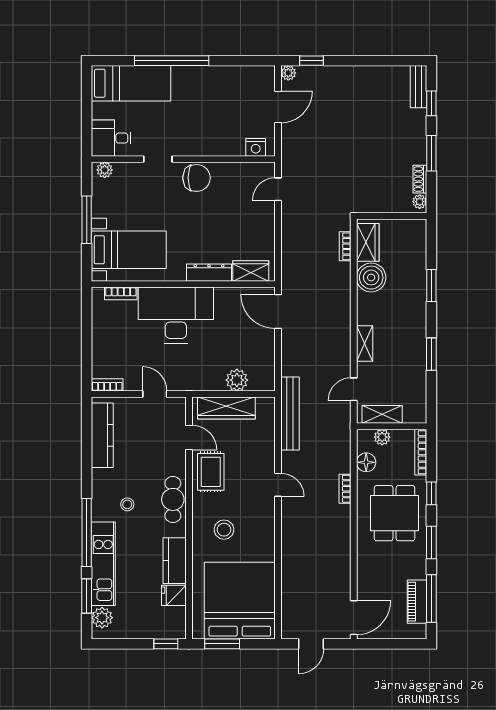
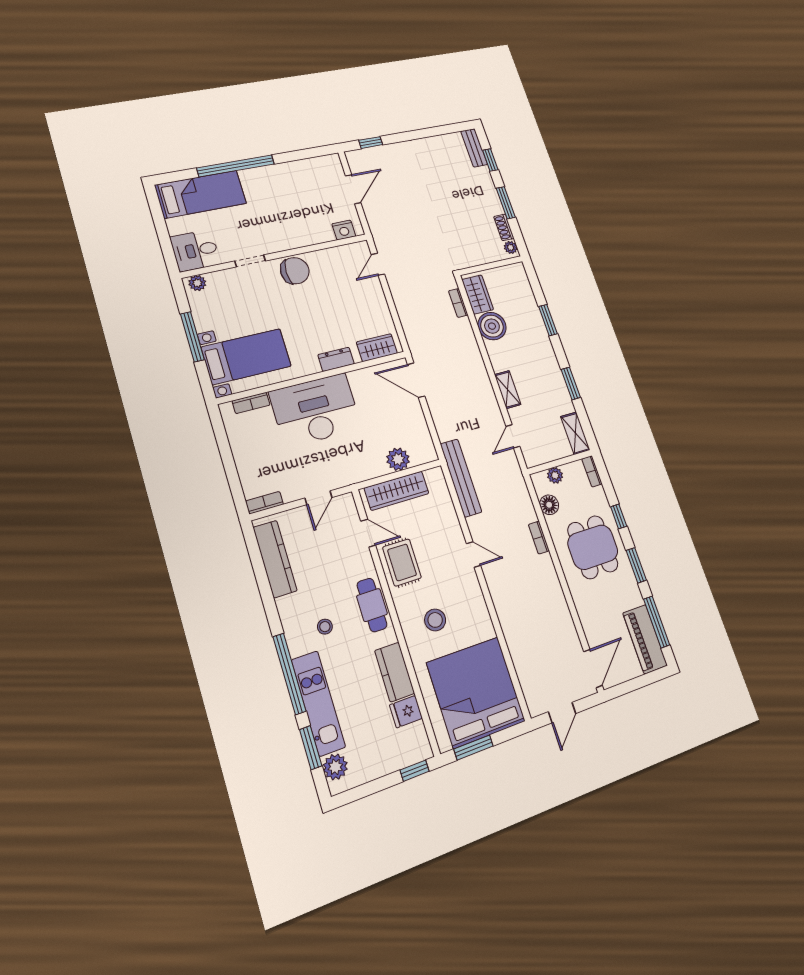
plant: (288, 73) -> (353, 157), removed
dresser: (209, 273) -> (336, 359), width x0.70
door: (155, 394) -> (318, 498), swing flipped
shelving: (382, 414) -> (575, 433), moved, turned 90
bookcase: (421, 452) -> (592, 471), width x0.64
piano: (417, 602) -> (645, 639), width x1.37, depth x1.33

